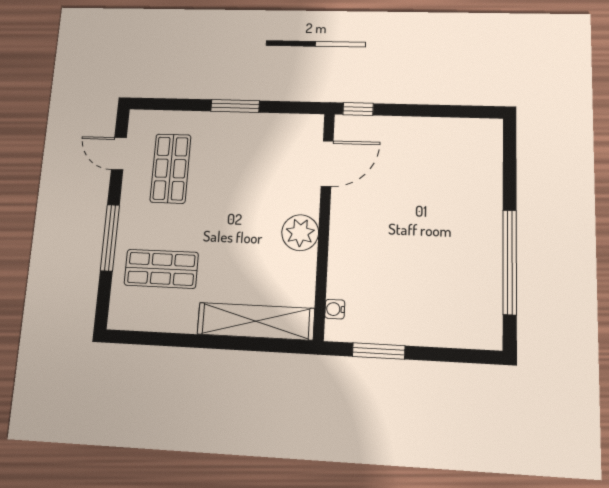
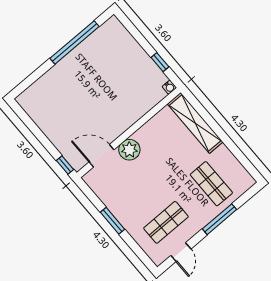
plant: (300, 233) -> (129, 150), moved
water cooler: (335, 309) -> (169, 87), moved
window: (379, 351) -> (160, 62), width x0.67

